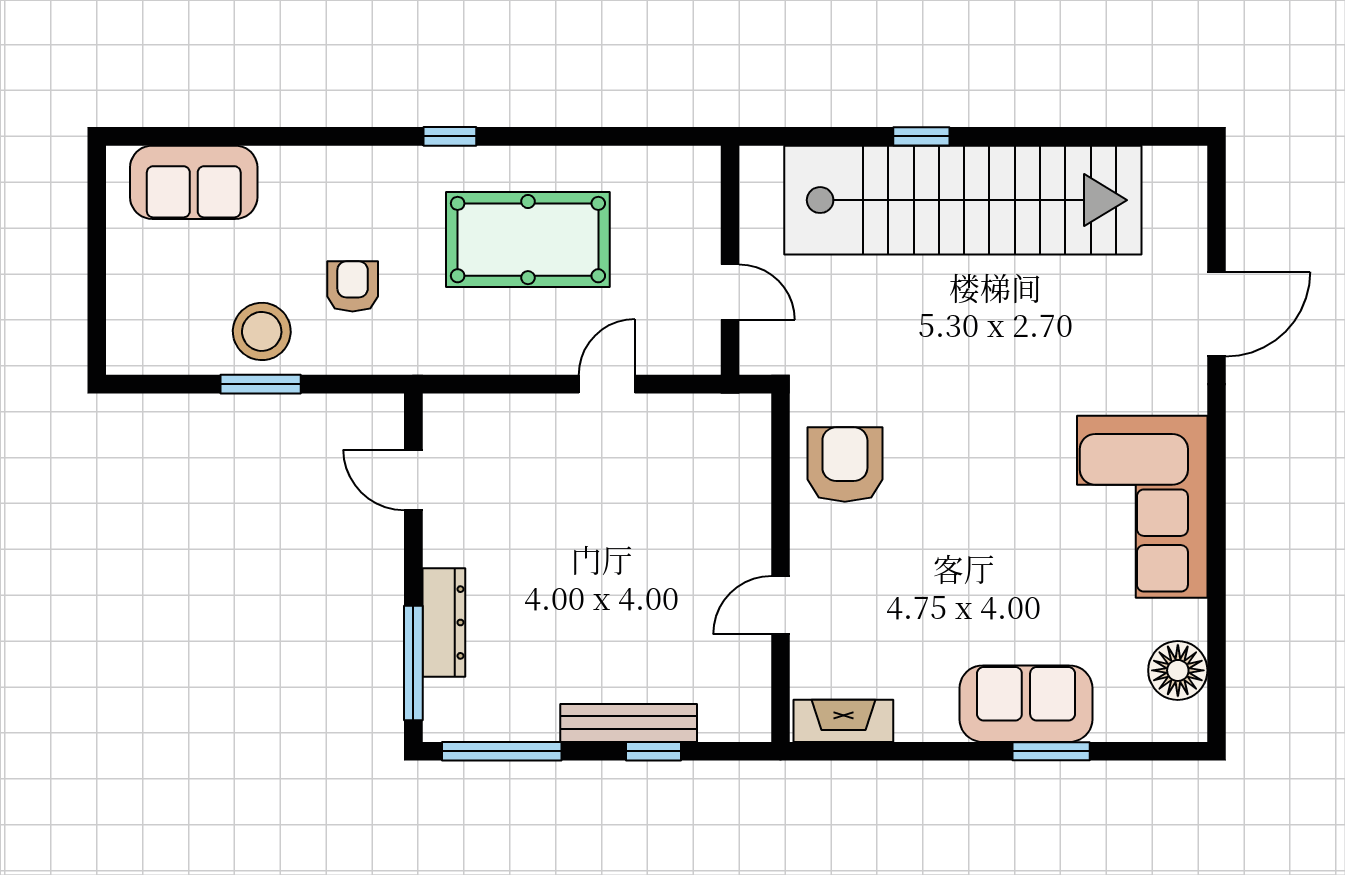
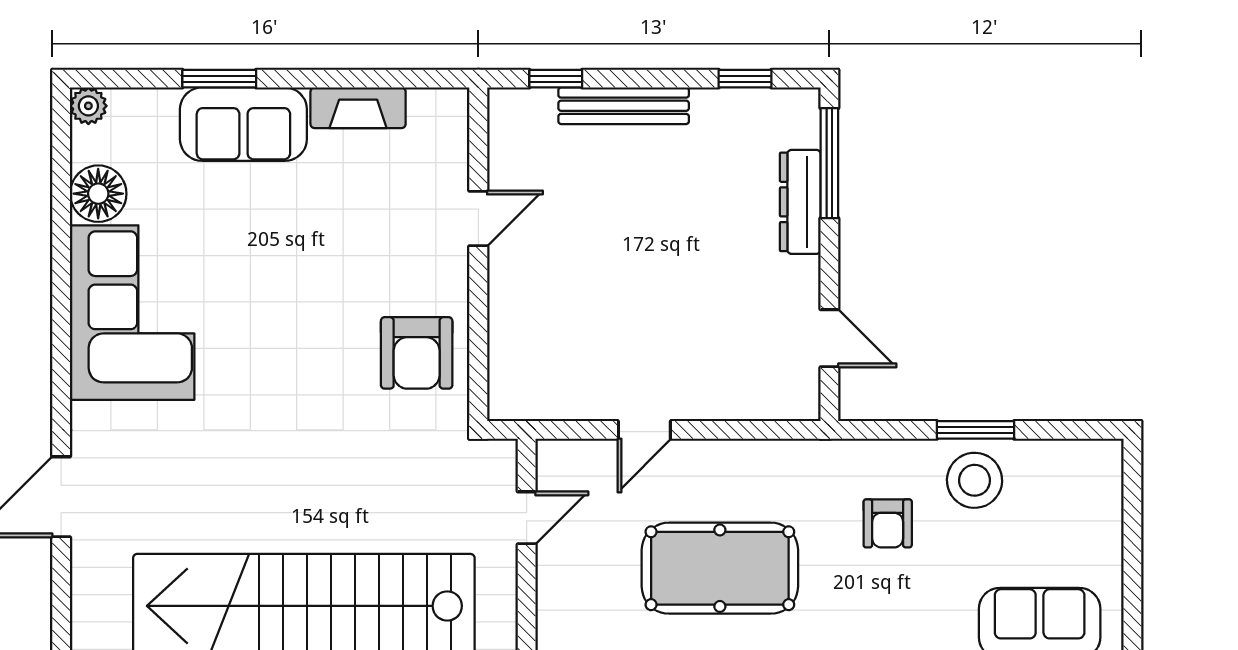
door: (730, 292) -> (527, 518), swing flipped
floor lamp: (1178, 670) -> (98, 194), moved
fireplace: (843, 721) -> (358, 108), moved
plant: (1188, 723) -> (88, 106), added
window: (502, 751) -> (745, 79), width x0.46
window: (653, 751) -> (556, 79), moved

